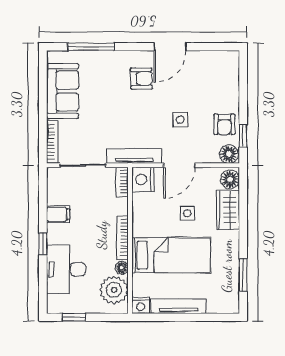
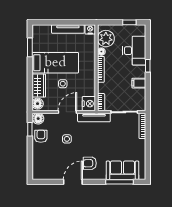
sofa: (63, 91) -> (122, 170), moved, turned 90
bed: (171, 255) -> (55, 63), moved, turned 180

